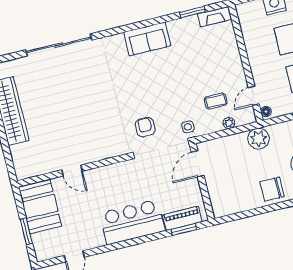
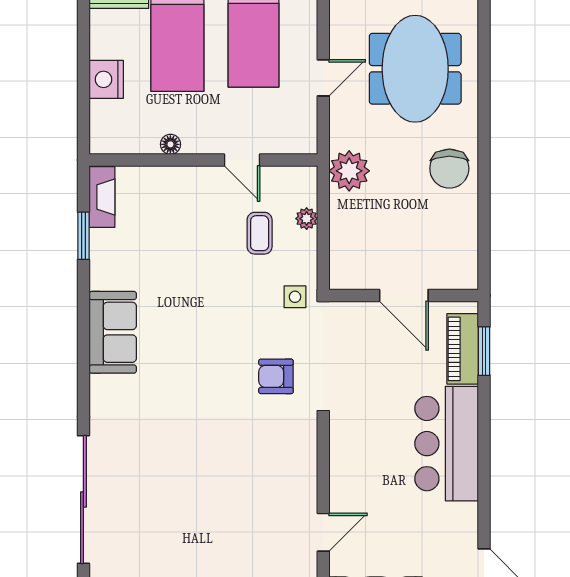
door: (254, 96) -> (242, 160), moved
floor lamp: (266, 112) -> (170, 144), moved
door: (198, 164) -> (404, 295), moved

